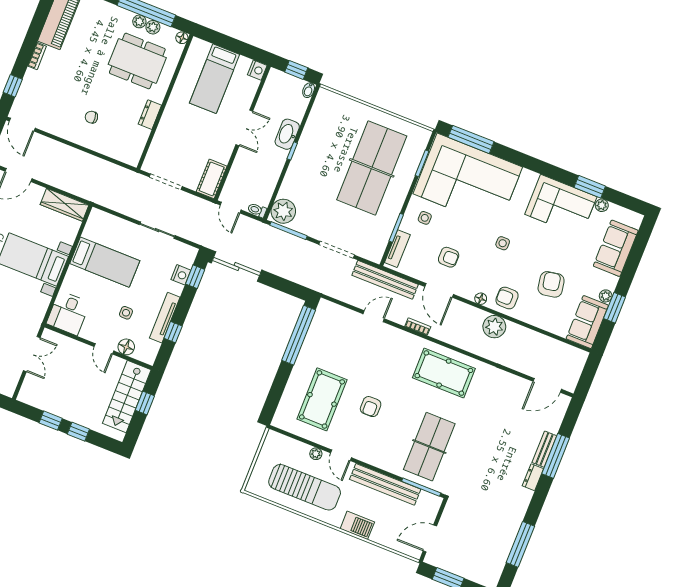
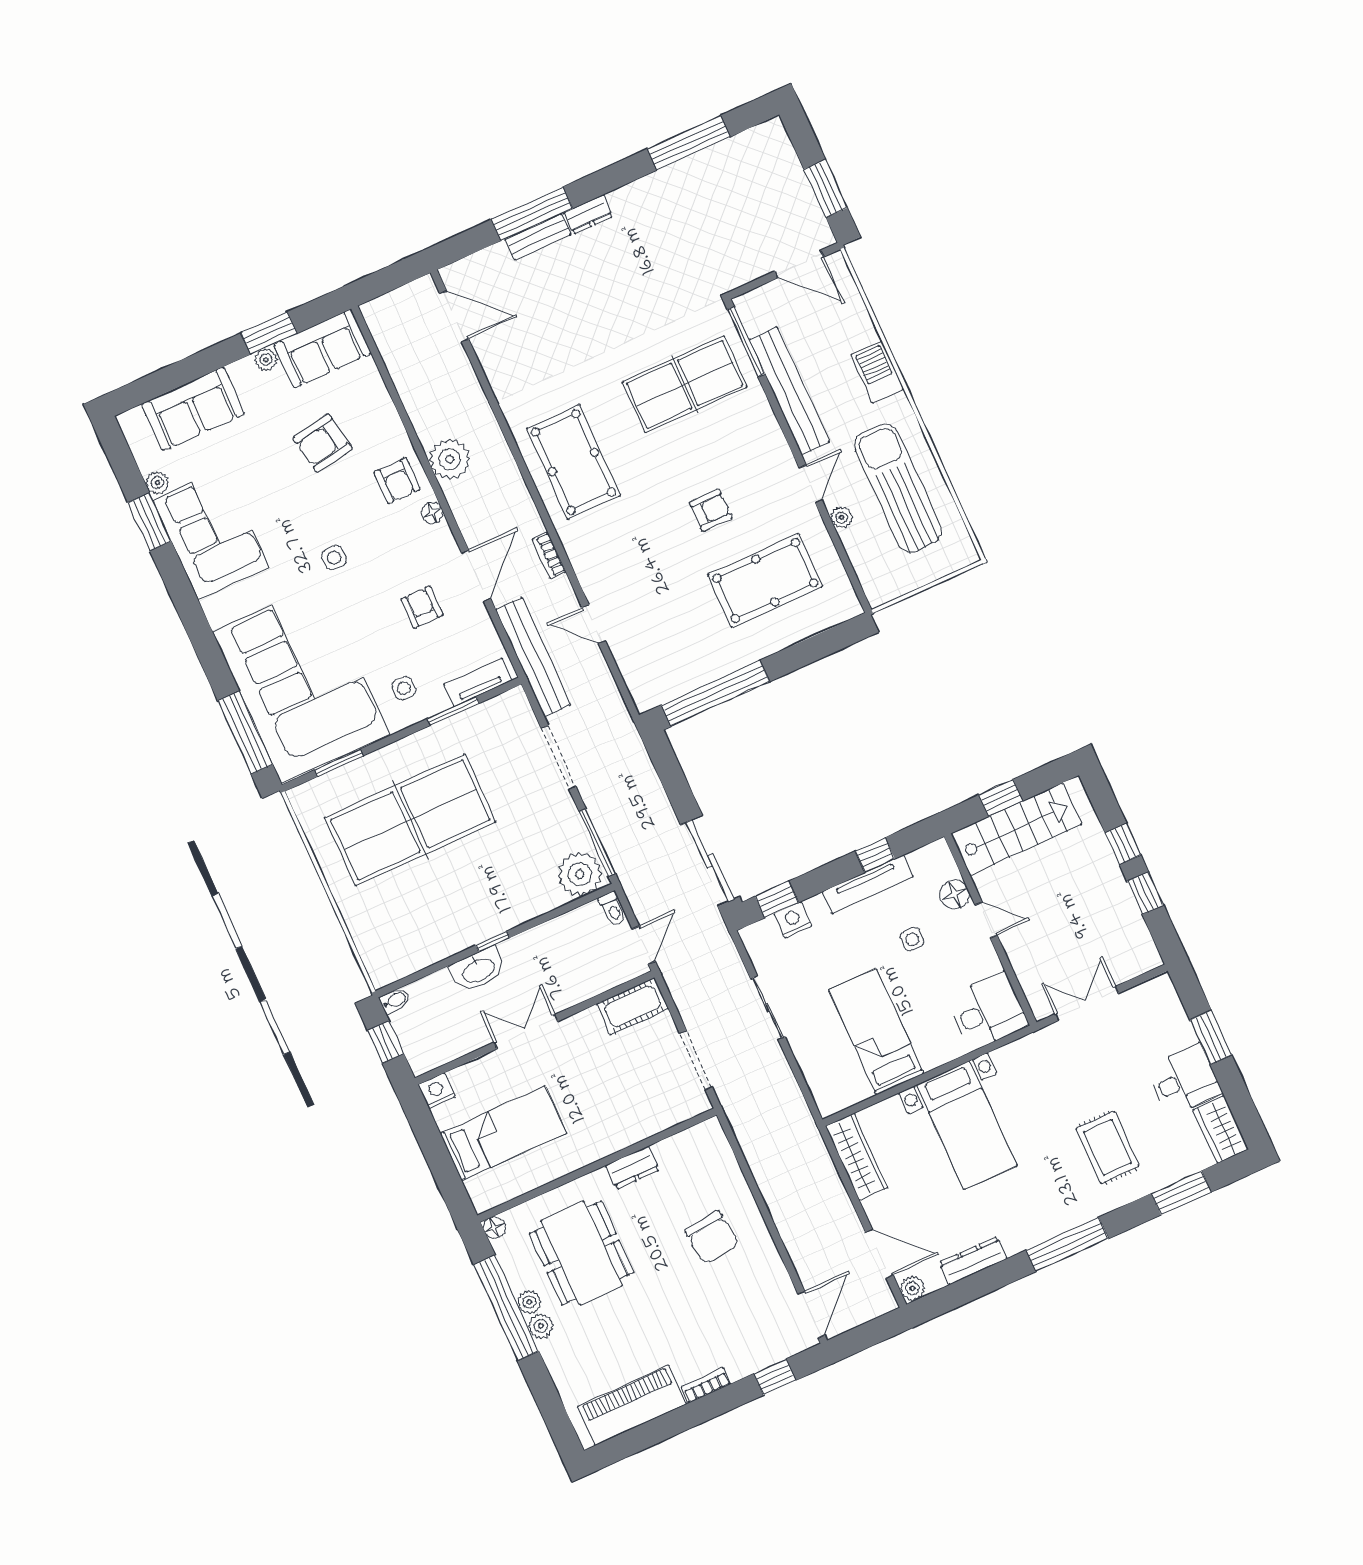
plant: (153, 27) -> (541, 1326), moved
chair: (91, 117) -> (712, 1237), width x1.87, depth x1.87
door: (104, 349) -> (986, 920), hinge flipped

